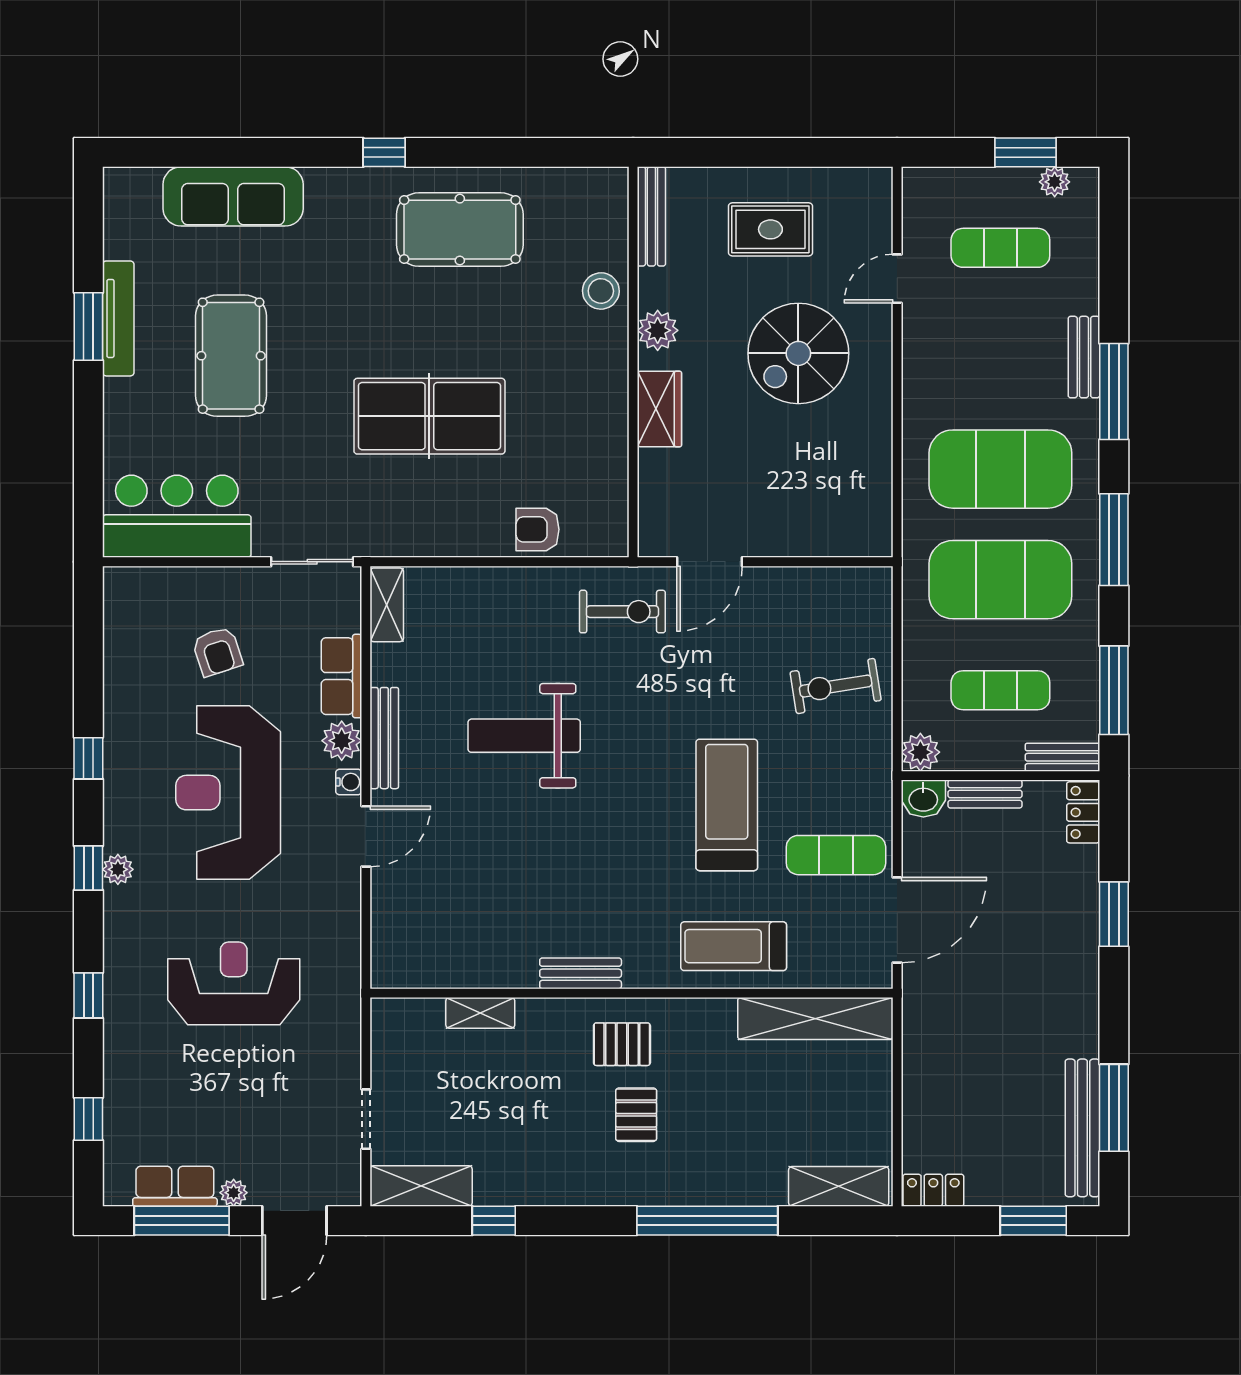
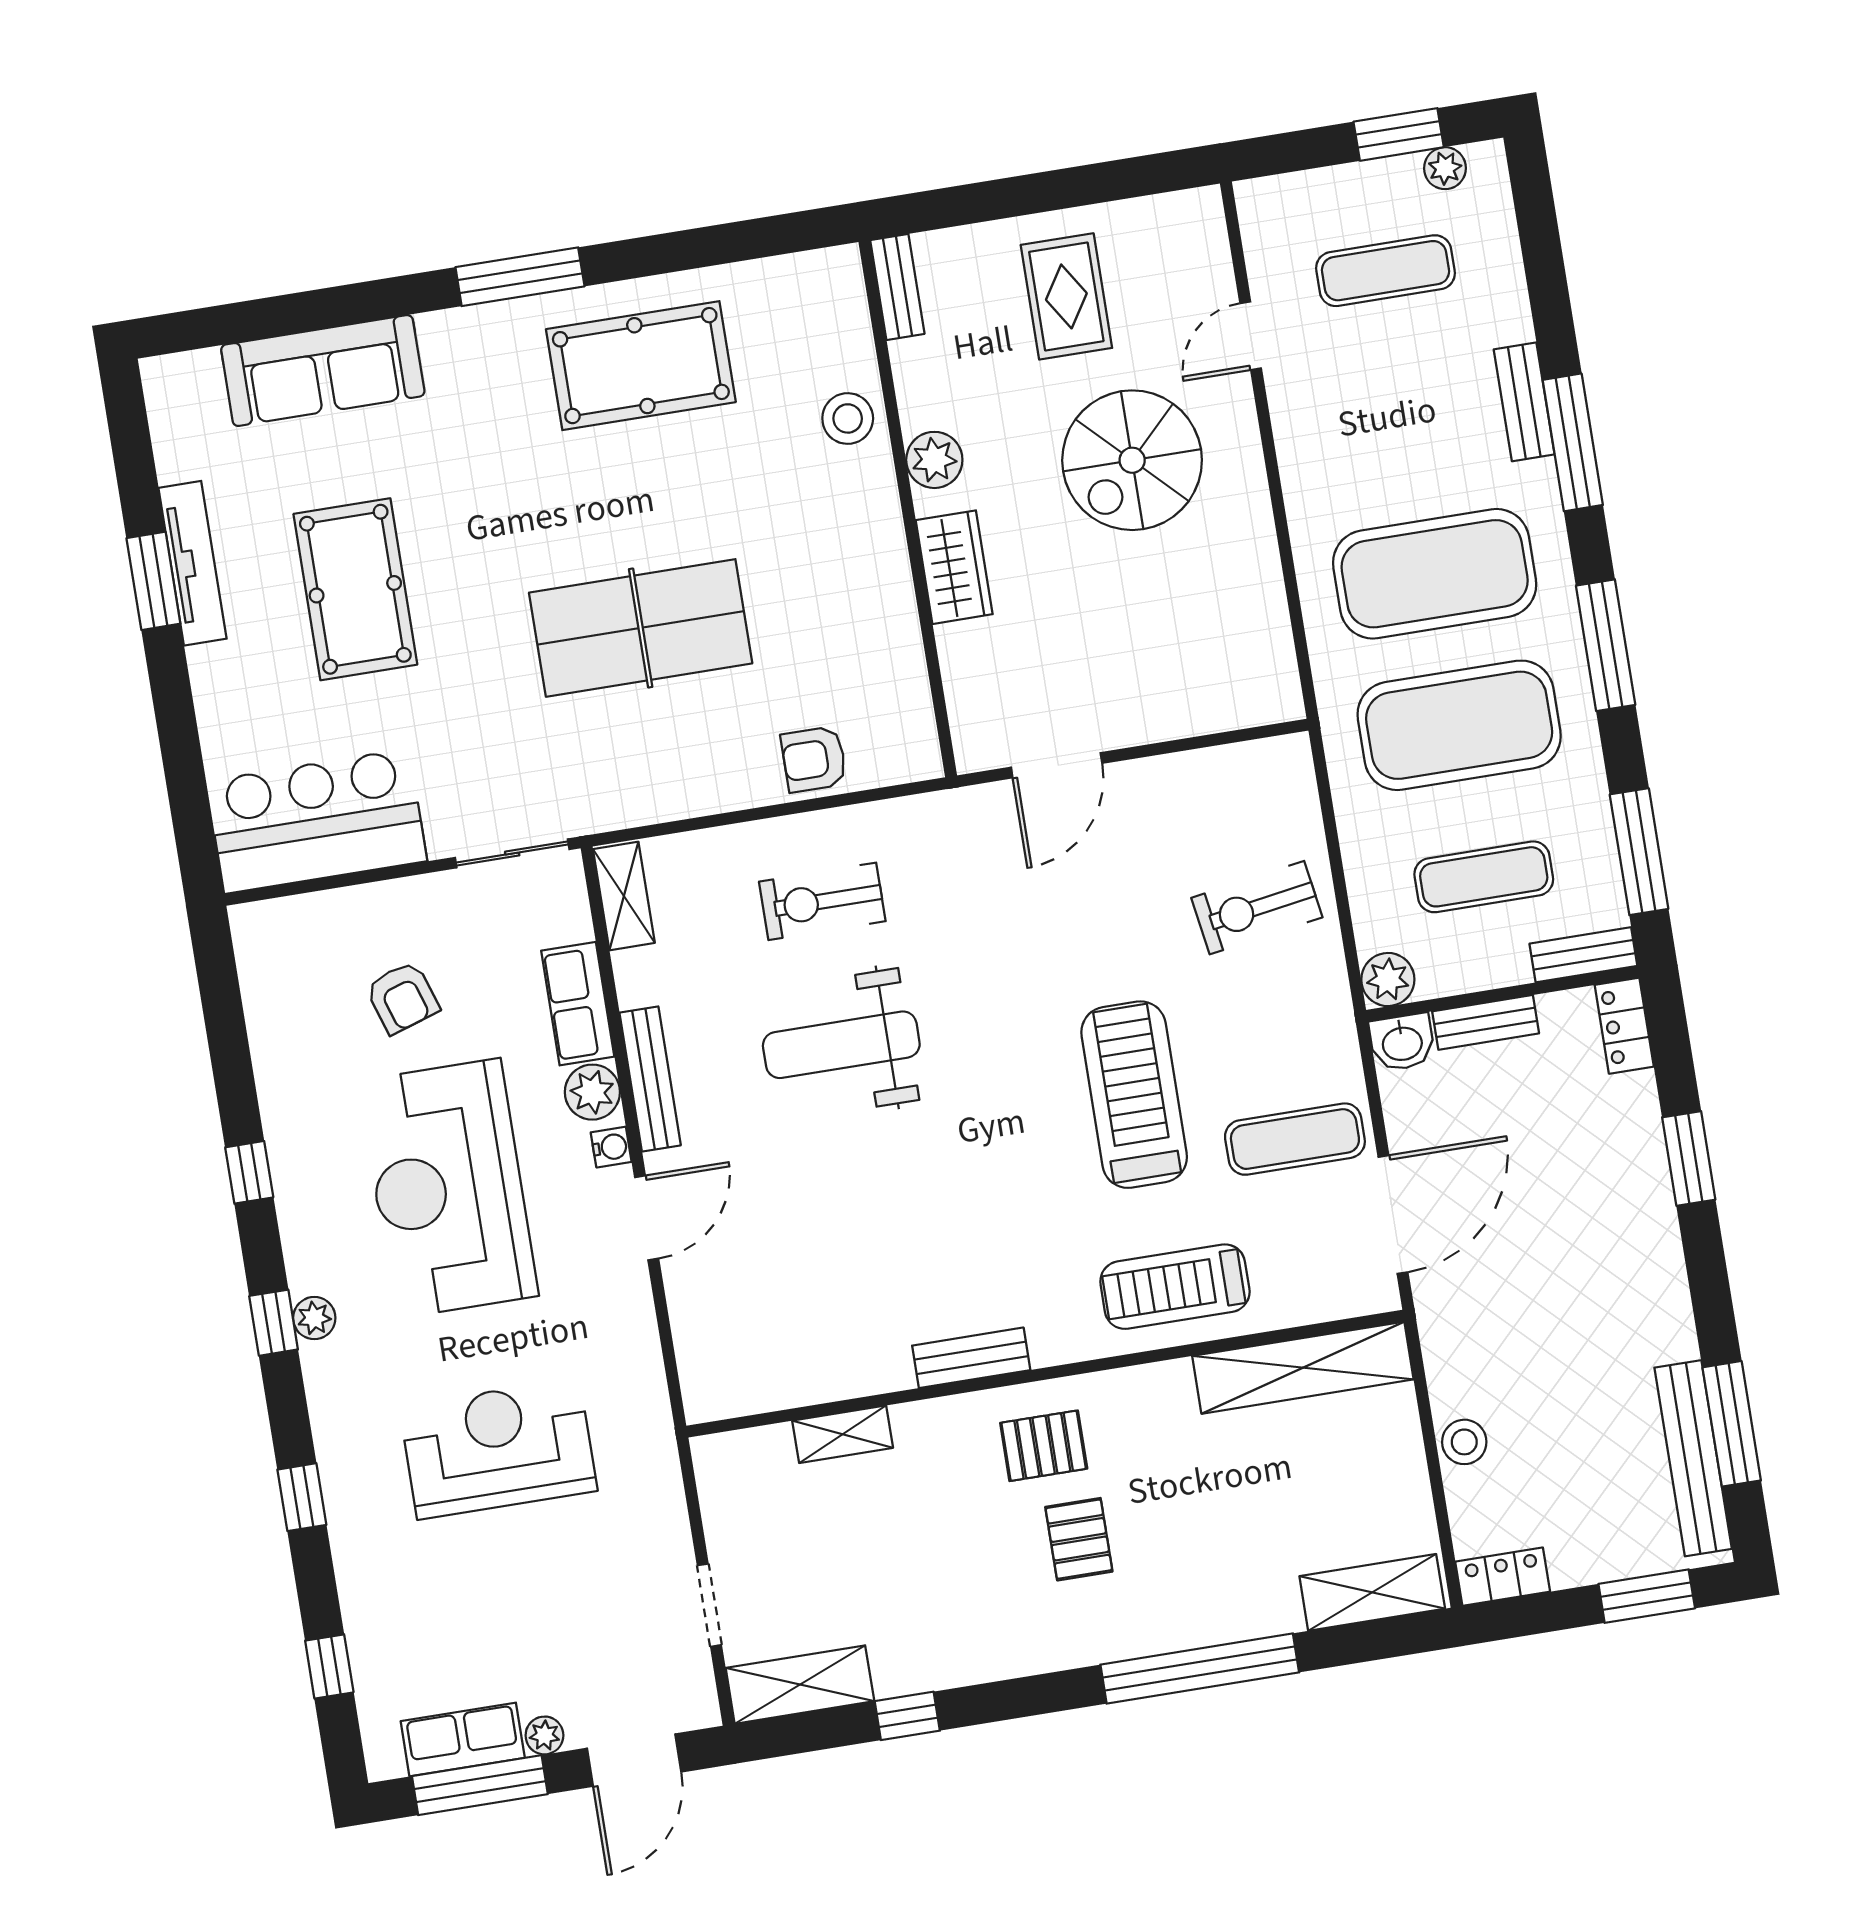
window: (384, 152) -> (520, 277), width x2.17
bench: (651, 216) -> (897, 287), width x0.73
rug: (770, 229) -> (1066, 296), turned 90
exercise bike: (622, 612) -> (822, 901), moved, turned 180
stool: (922, 1090) -> (1464, 1442), added

